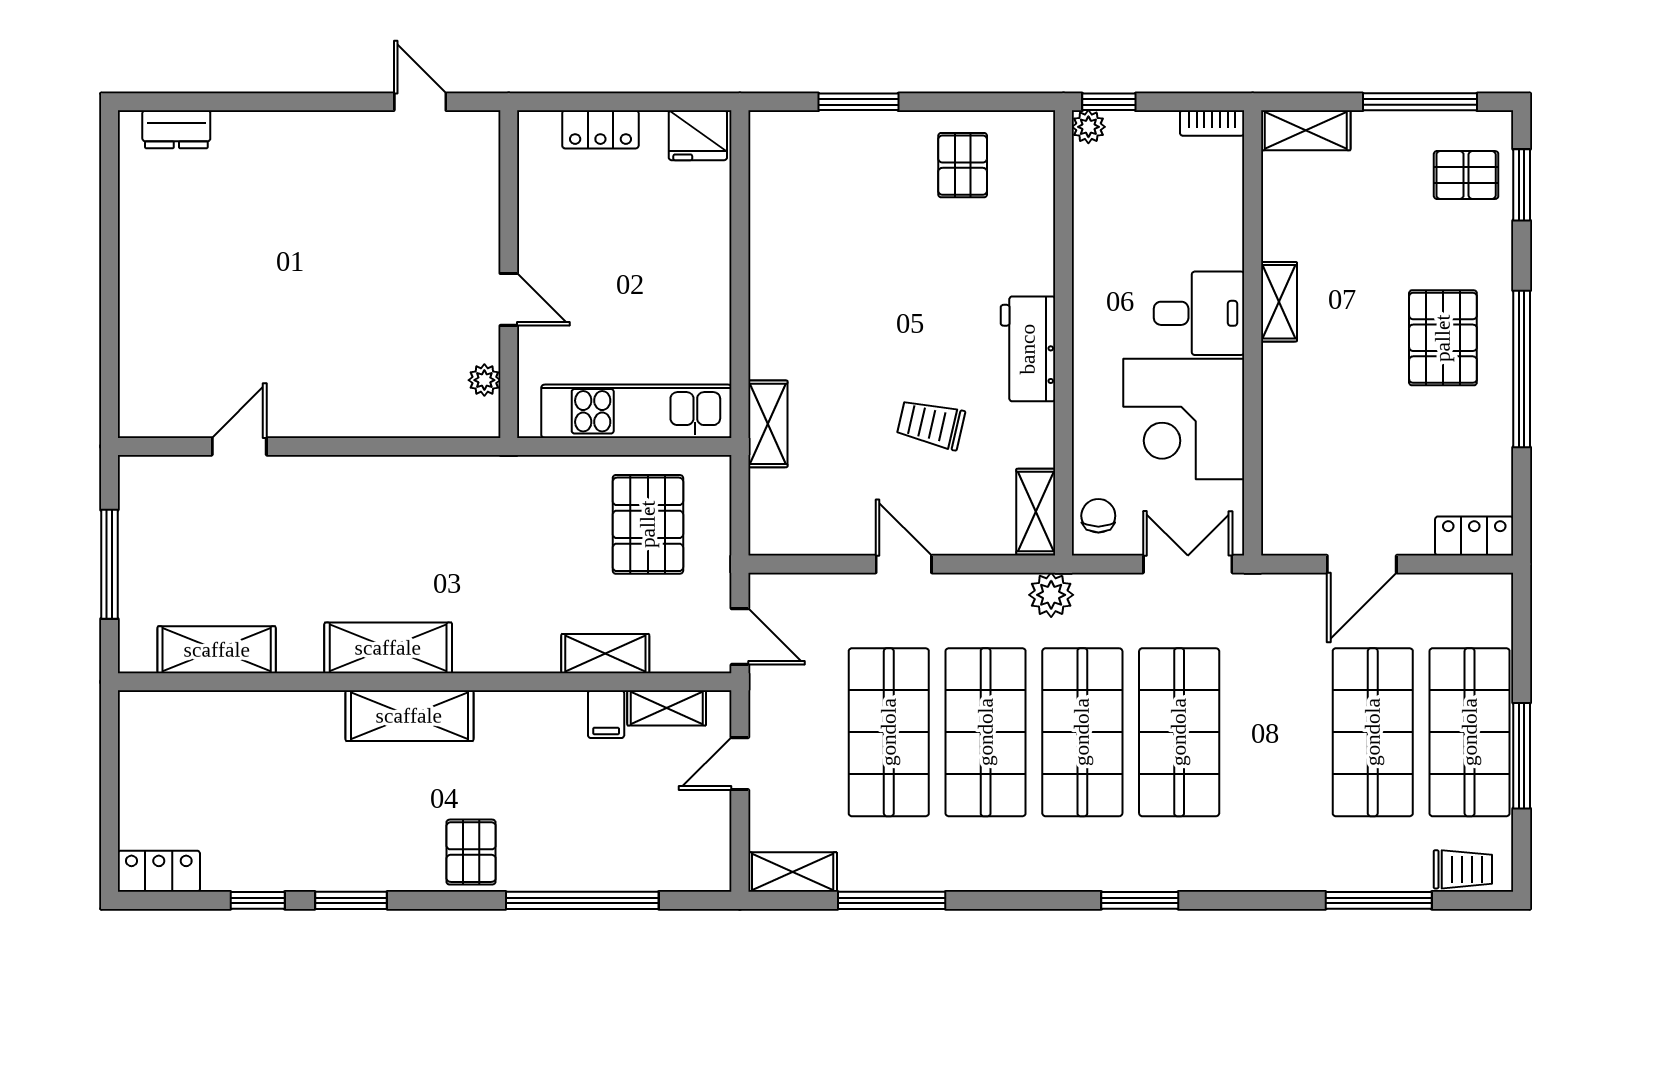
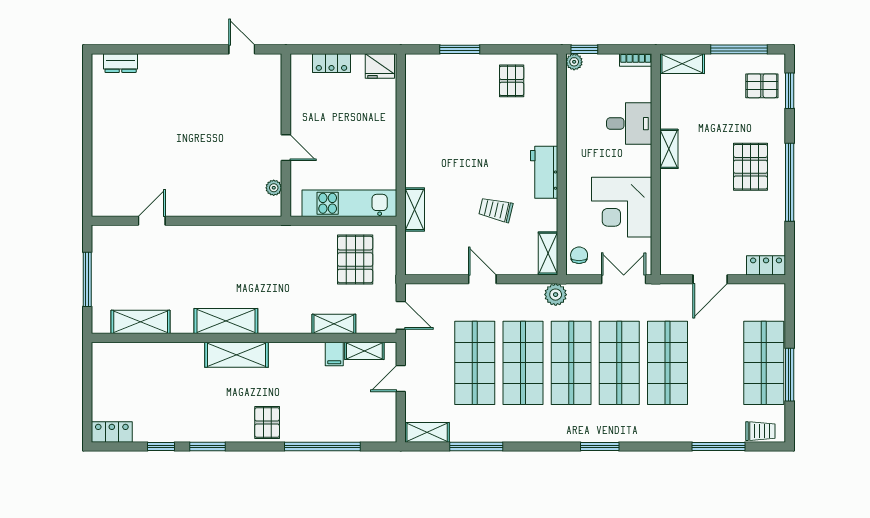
desk: (1199, 313) -> (629, 124), moved
shop shelf: (1373, 732) -> (667, 363), moved

